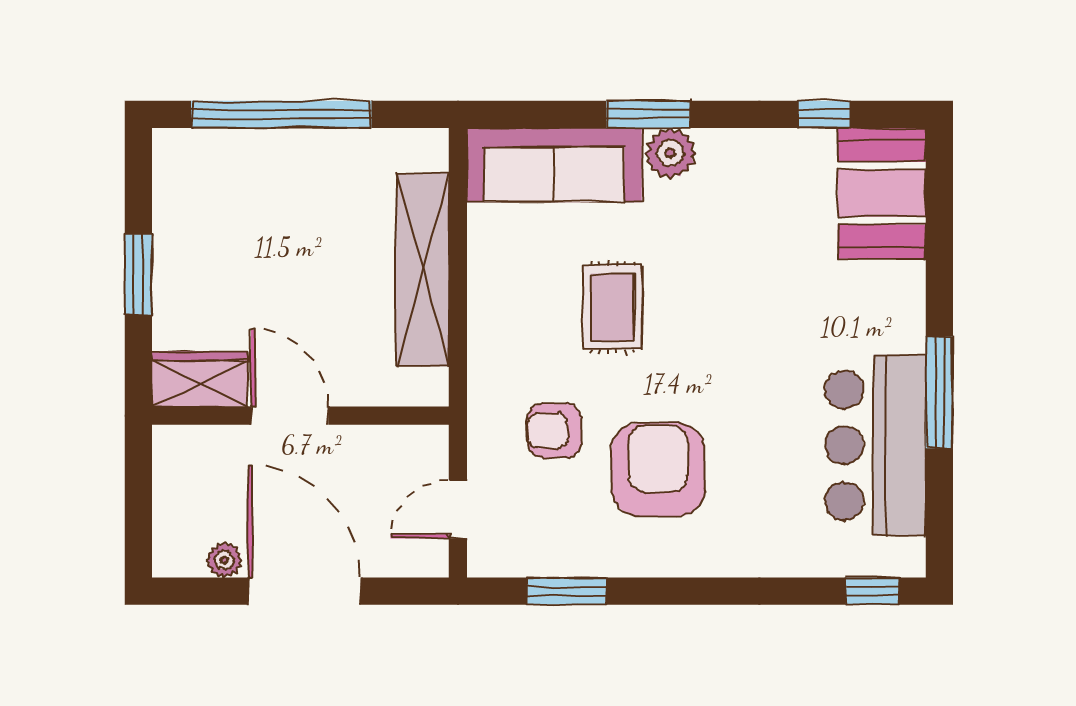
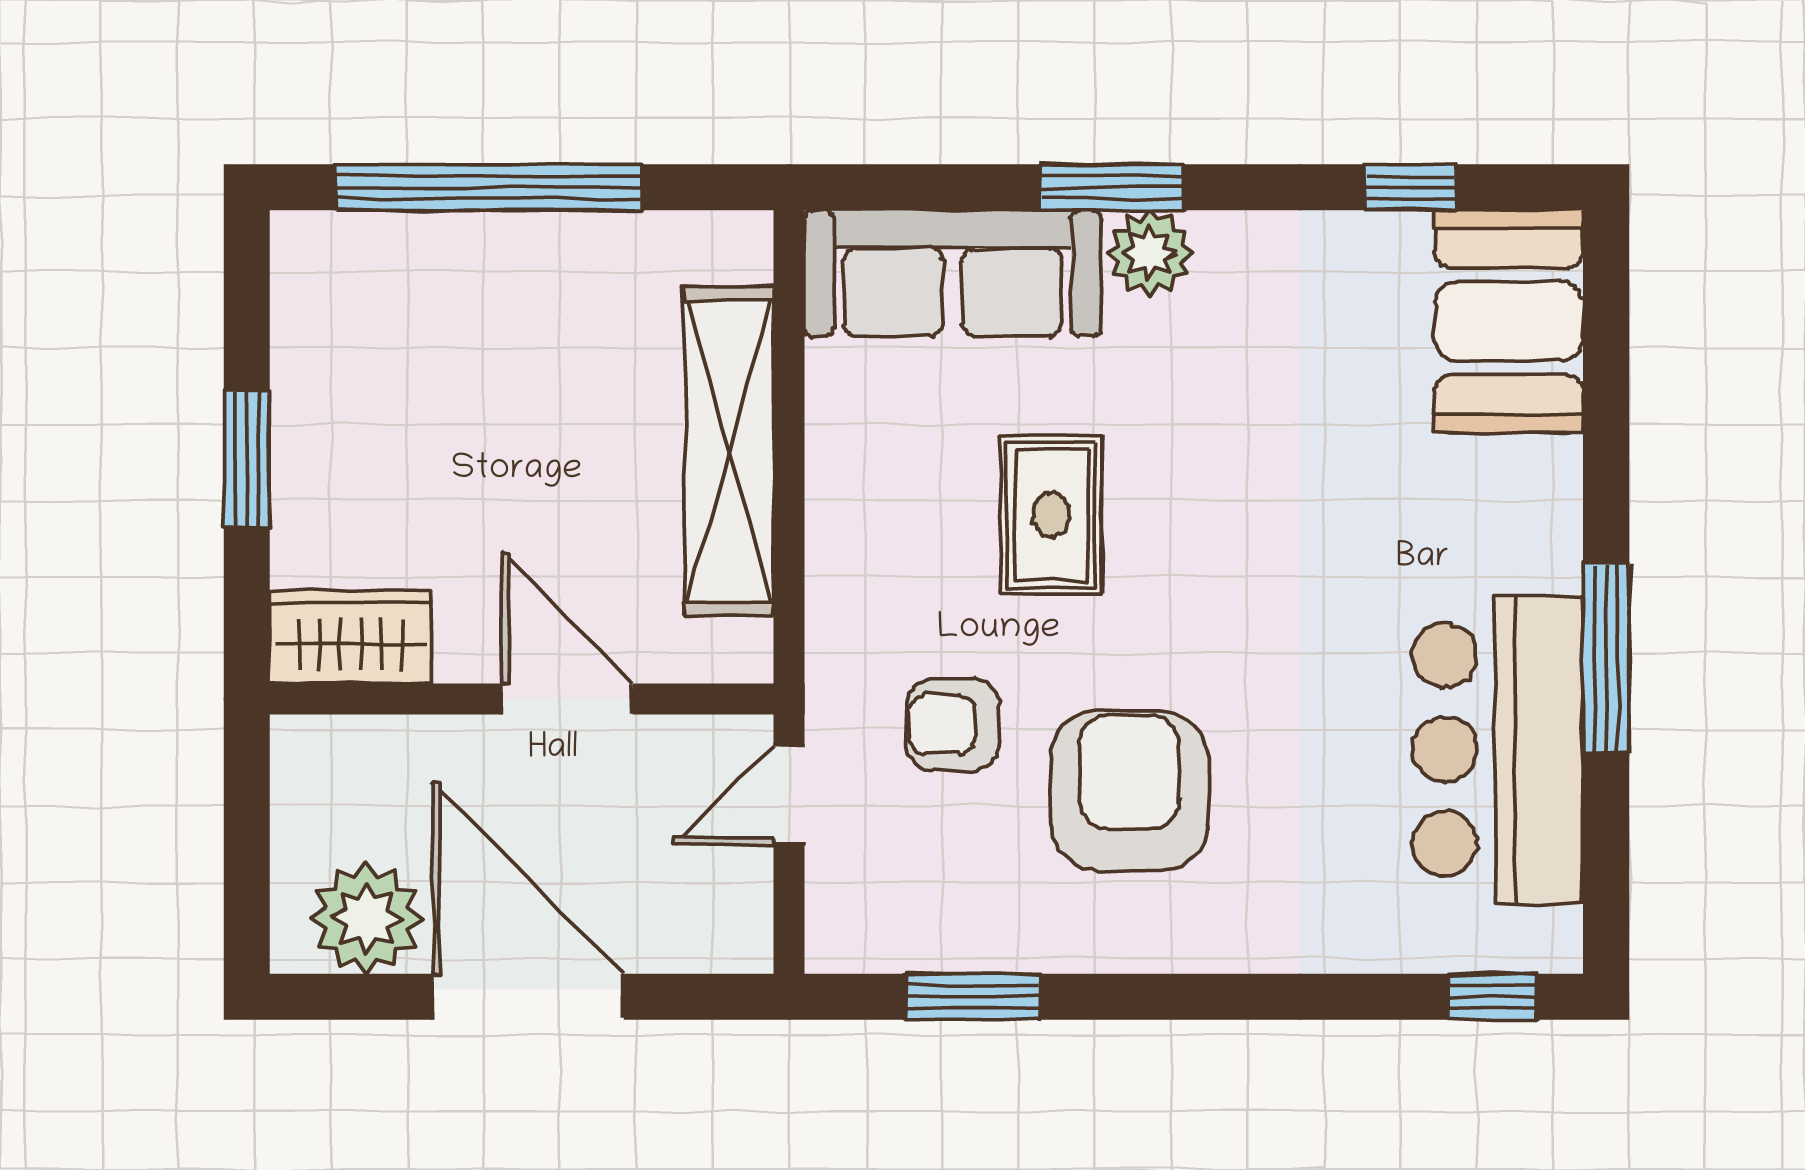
door: (290, 416) -> (567, 699), moved
door: (458, 509) -> (789, 795), moved
plant: (224, 560) -> (366, 918), width x1.88, depth x1.88

